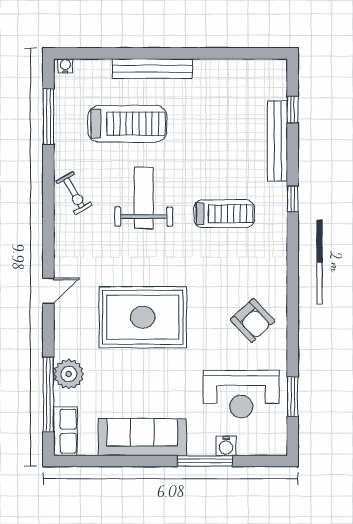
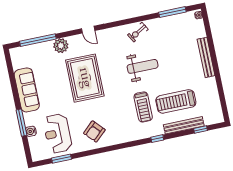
treadmill: (127, 124) -> (176, 101), moved, turned 90
plant: (69, 374) -> (61, 46), moved
row of seats: (65, 431) -> (22, 52), removed

